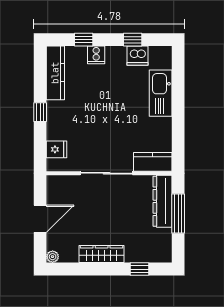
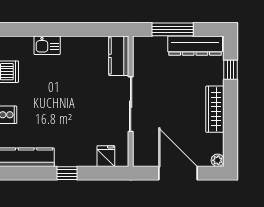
kitchen sink: (161, 93) -> (47, 45), width x0.53, depth x0.81
dresser: (162, 201) -> (195, 46), moved
door: (40, 219) -> (178, 173), width x1.36

